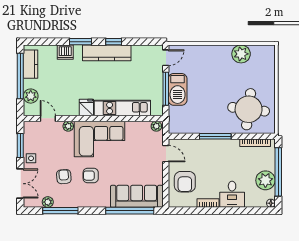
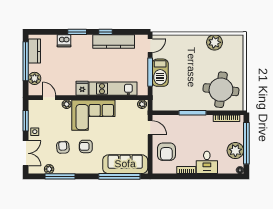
kitchen counter: (107, 53) -> (114, 41), moved

